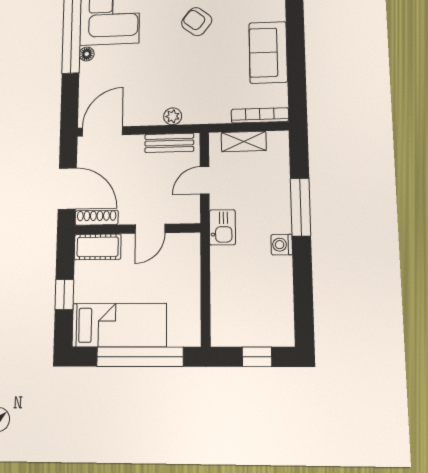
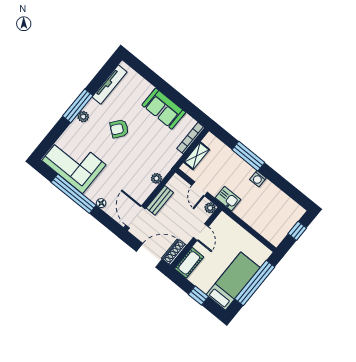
floor lamp: (87, 54) -> (101, 203), moved
bench: (169, 143) -> (160, 200), moved
plant: (191, 214) -> (210, 208), added

